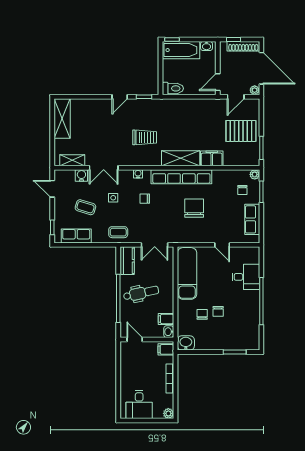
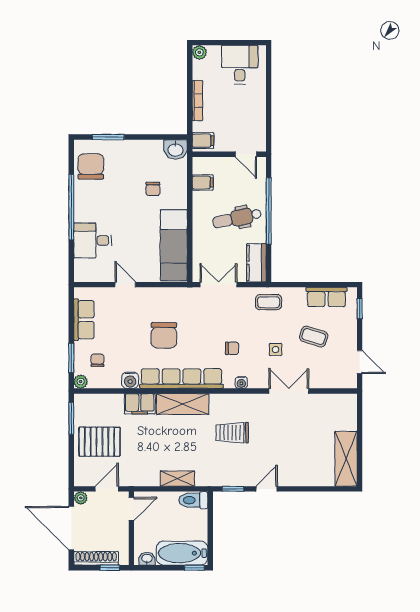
shelving: (72, 160) -> (177, 479), moved
water cooler: (81, 176) -> (130, 380), moved
chair: (218, 311) -> (91, 166), moved, width x1.87, depth x1.87
washbasin: (169, 332) -> (199, 165), removed

